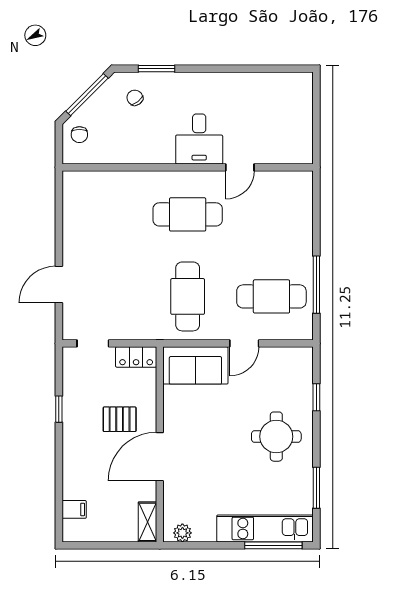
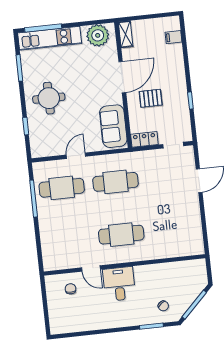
chair: (79, 135) -> (70, 289), moved
door: (240, 167) -> (91, 268), swing flipped
cafe table: (188, 296) -> (116, 182), turned 90
sofa: (195, 365) -> (113, 126), moved, turned -90
plant: (182, 533) -> (98, 35), width x1.88, depth x1.88

